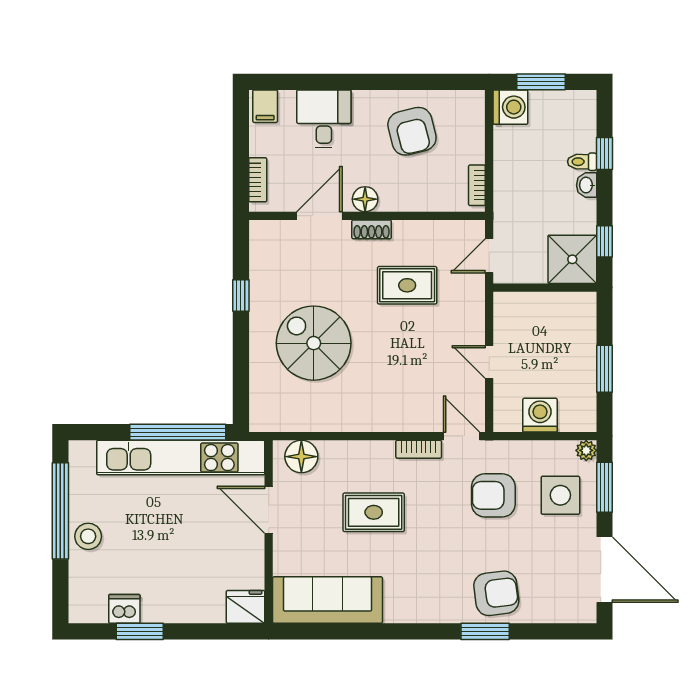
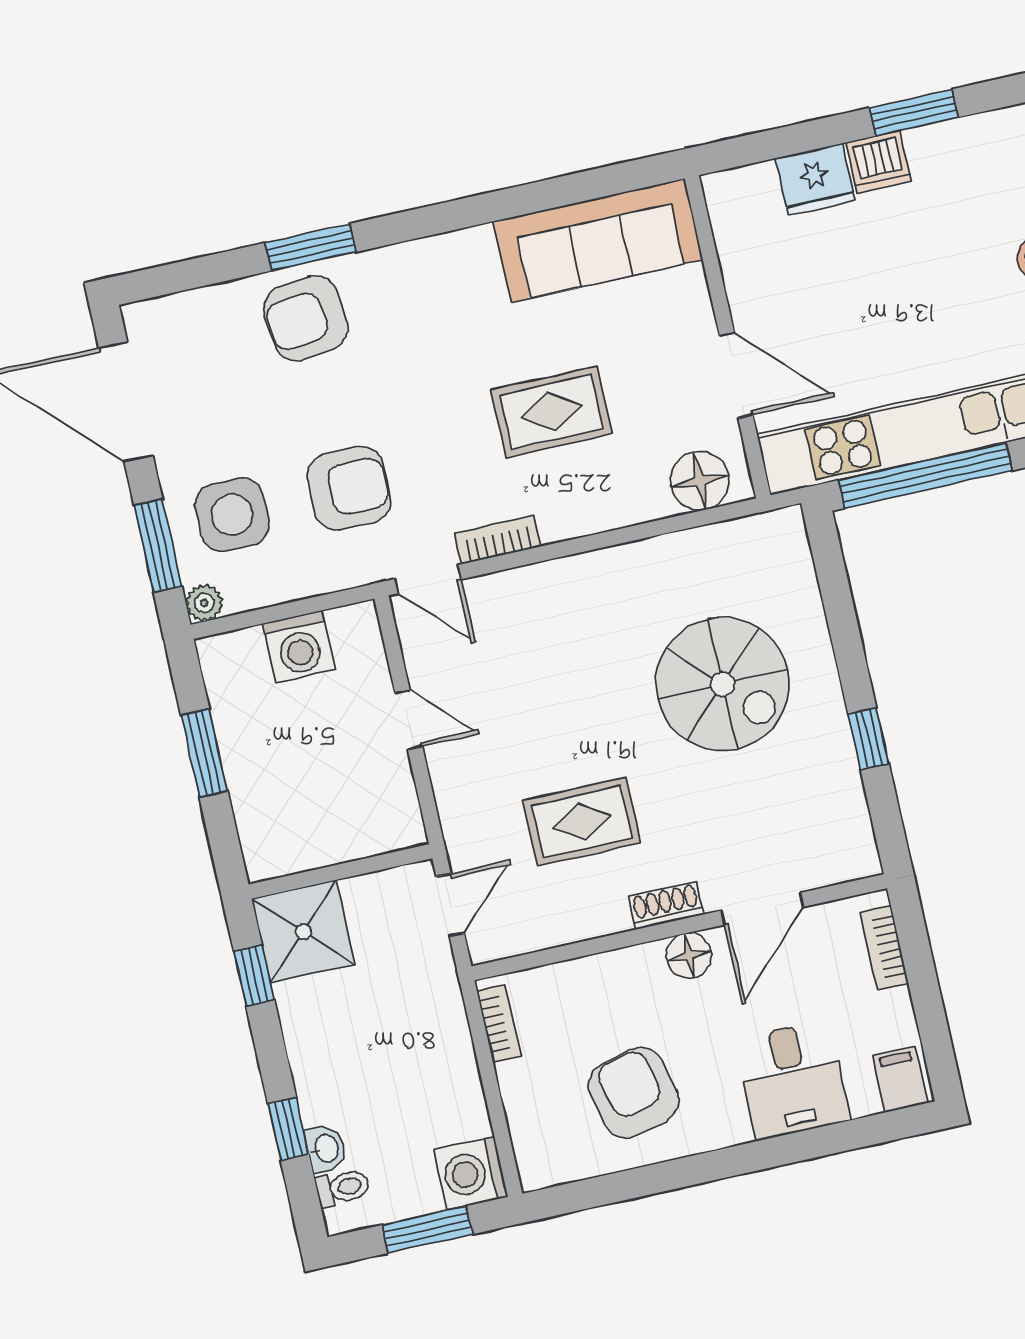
toilet: (582, 162) -> (343, 1188), moved
washbasin: (587, 185) -> (326, 1149), moved
fridge: (246, 607) -> (815, 179), moved
dishwasher: (124, 609) -> (879, 162), moved

